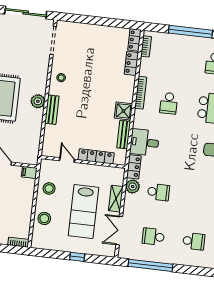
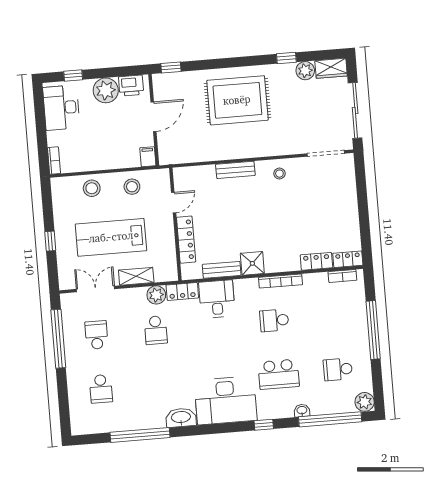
plant: (38, 101) -> (243, 149), removed

